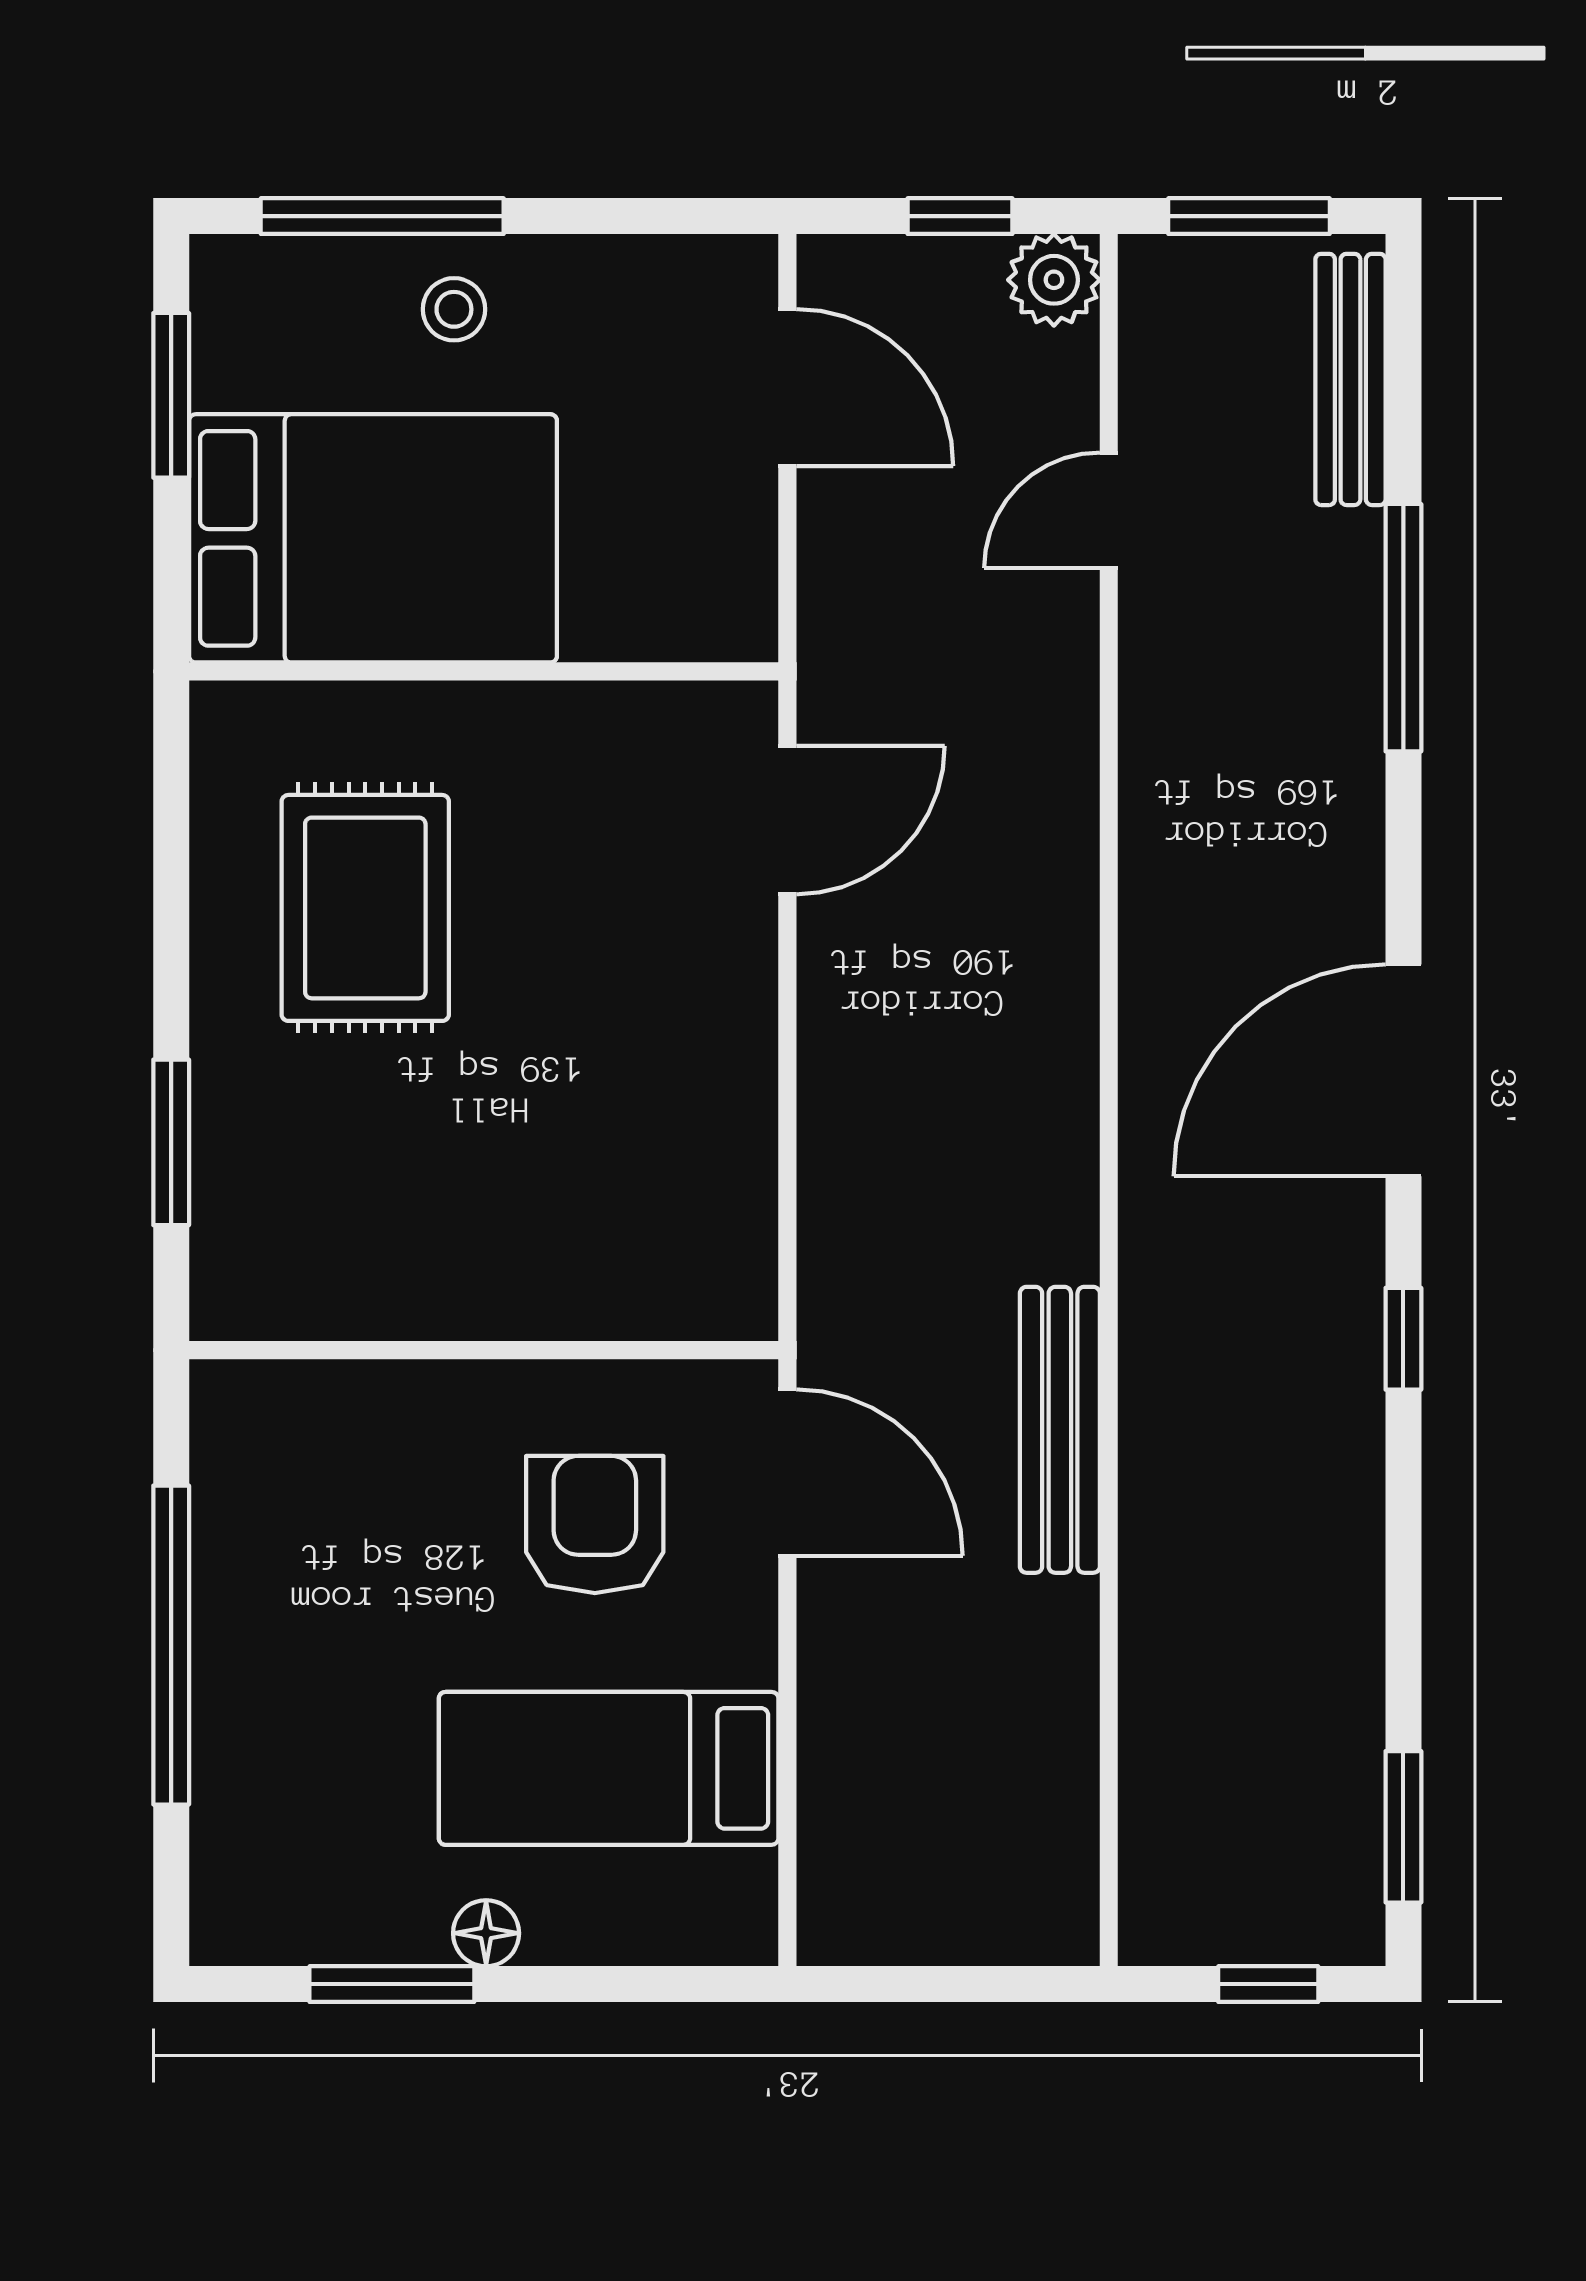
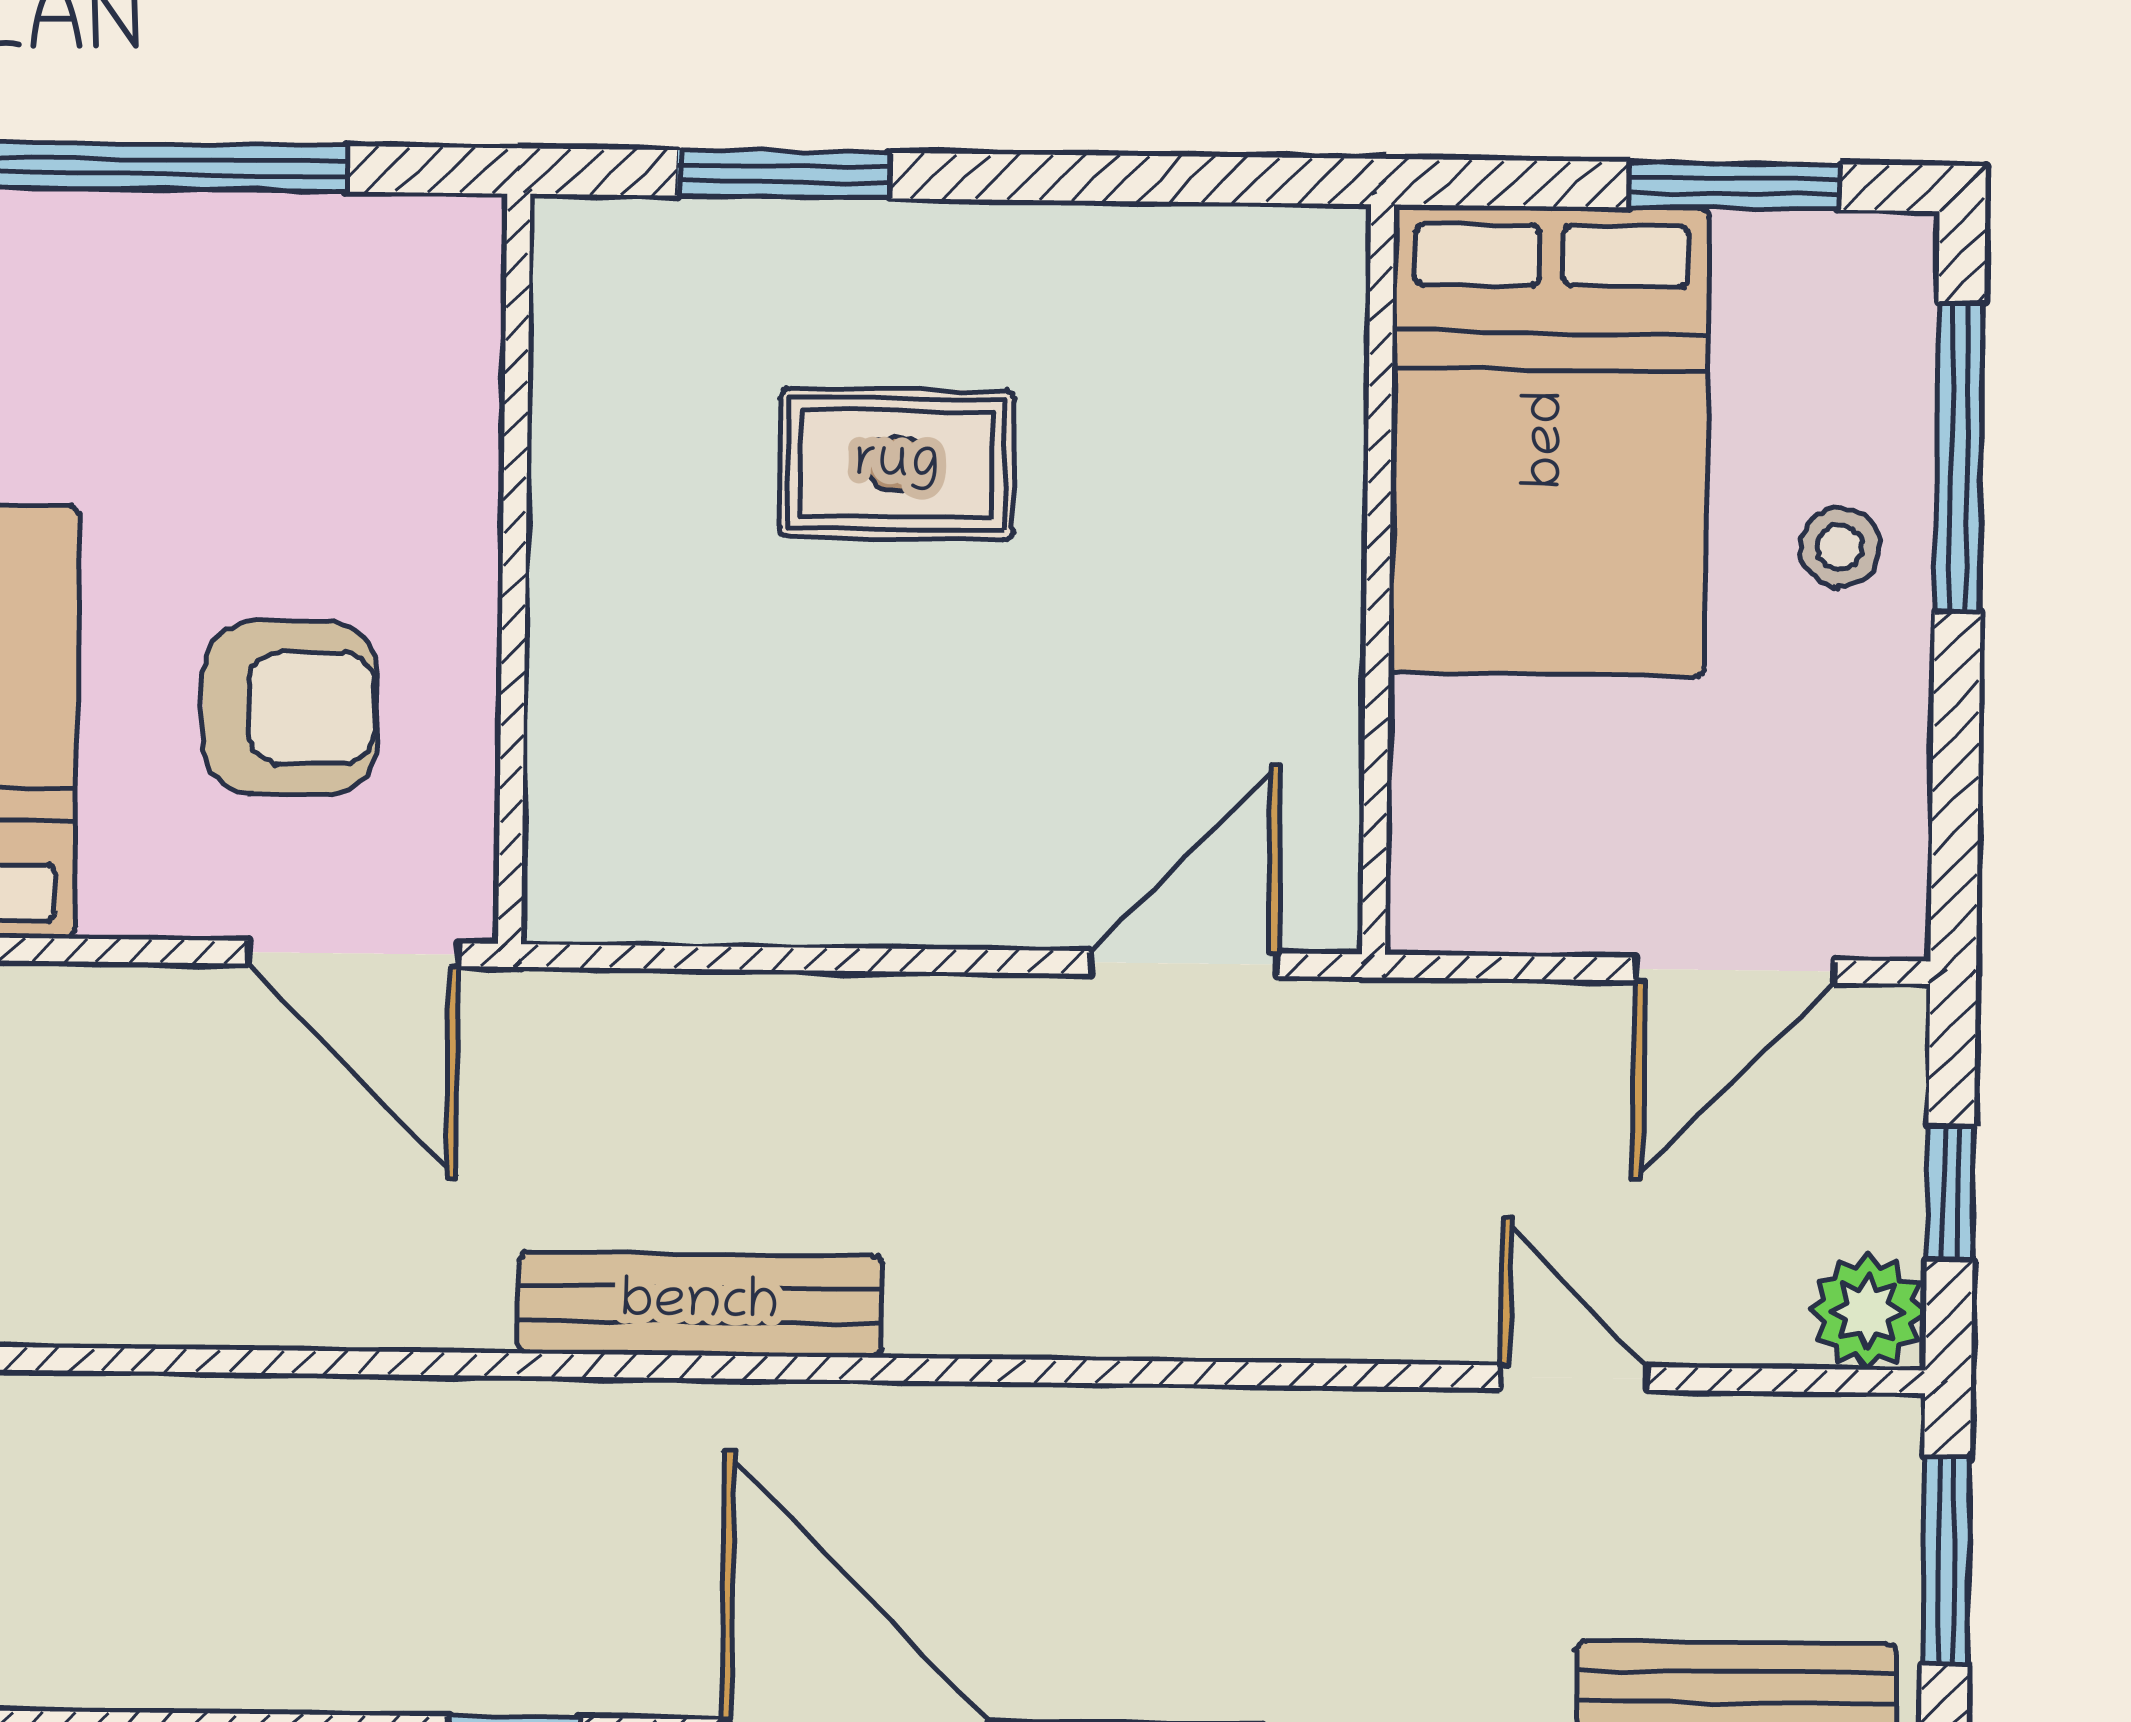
door: (787, 820) -> (1184, 964), swing flipped
rug: (365, 908) -> (897, 464), moved, width x0.73, depth x0.70
bench: (1060, 1430) -> (700, 1305), moved
door: (787, 1473) -> (353, 953), hinge flipped

